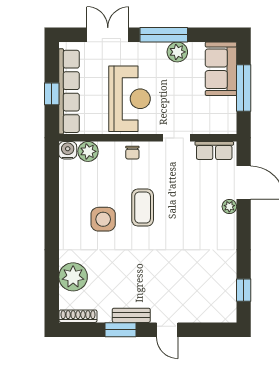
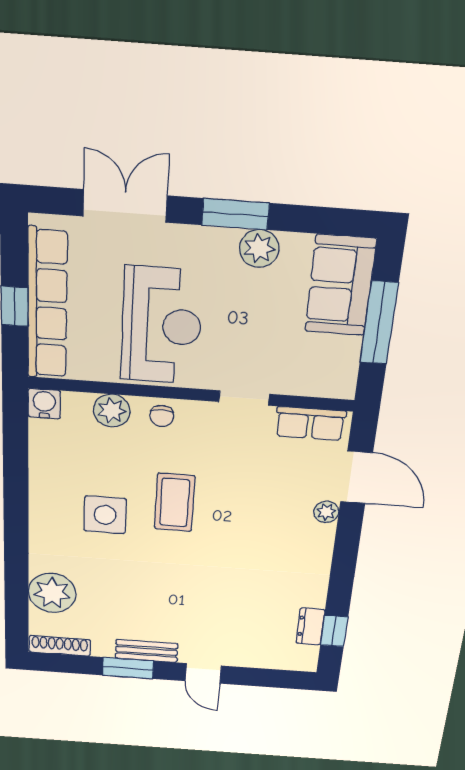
window: (164, 35) -> (235, 214), width x0.69
plant: (88, 151) -> (112, 411), moved
dresser: (229, 288) -> (310, 626), added

